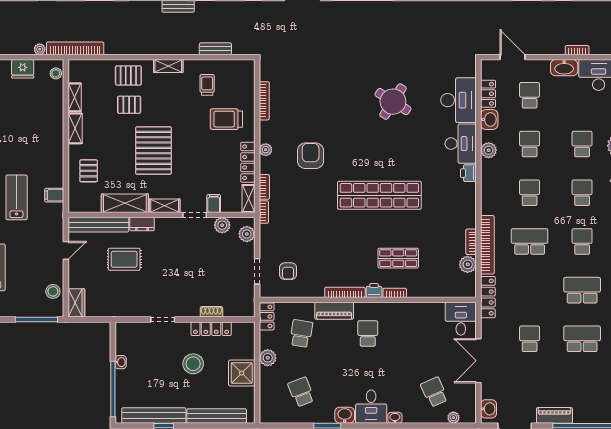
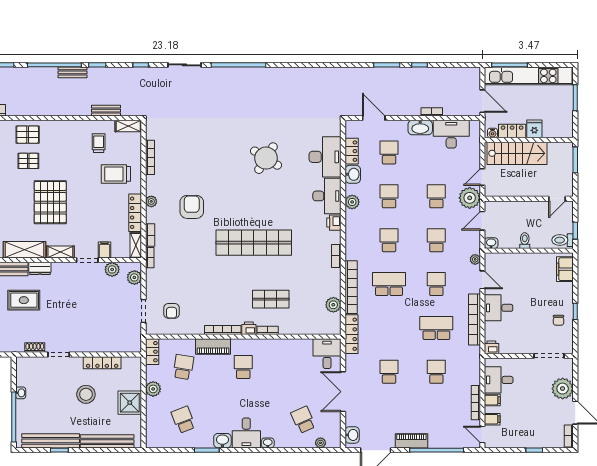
shelving: (168, 66) -> (128, 126), moved
bookcase: (471, 242) -> (336, 256), moved
shoe rack: (211, 312) -> (35, 348), moved
school desk: (582, 339) -> (436, 372), width x0.54

